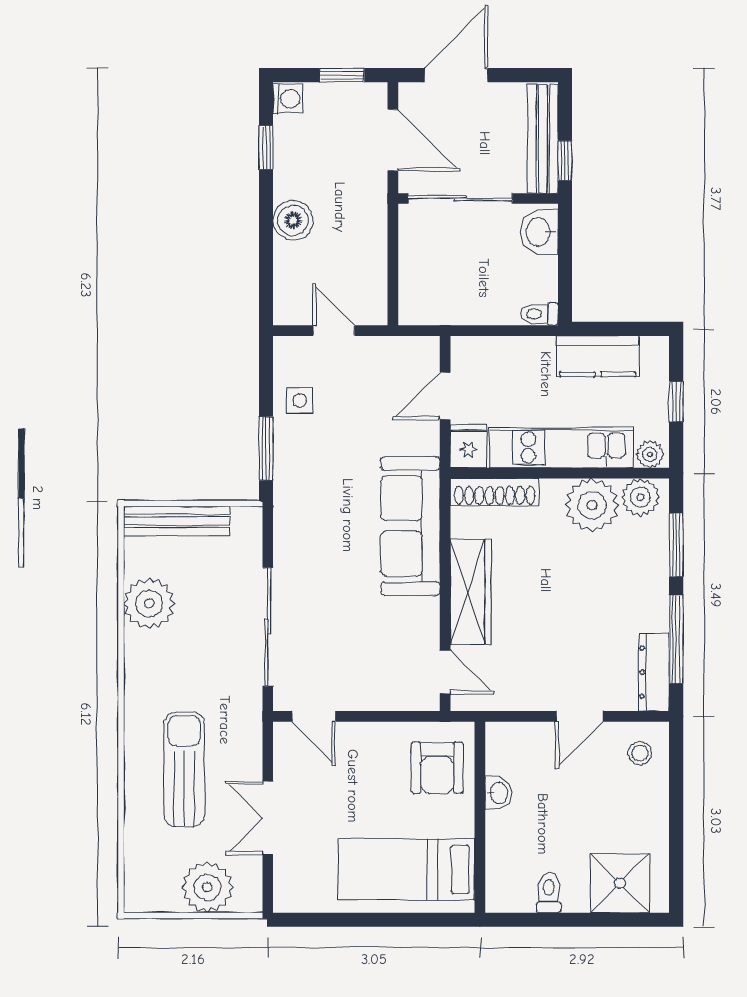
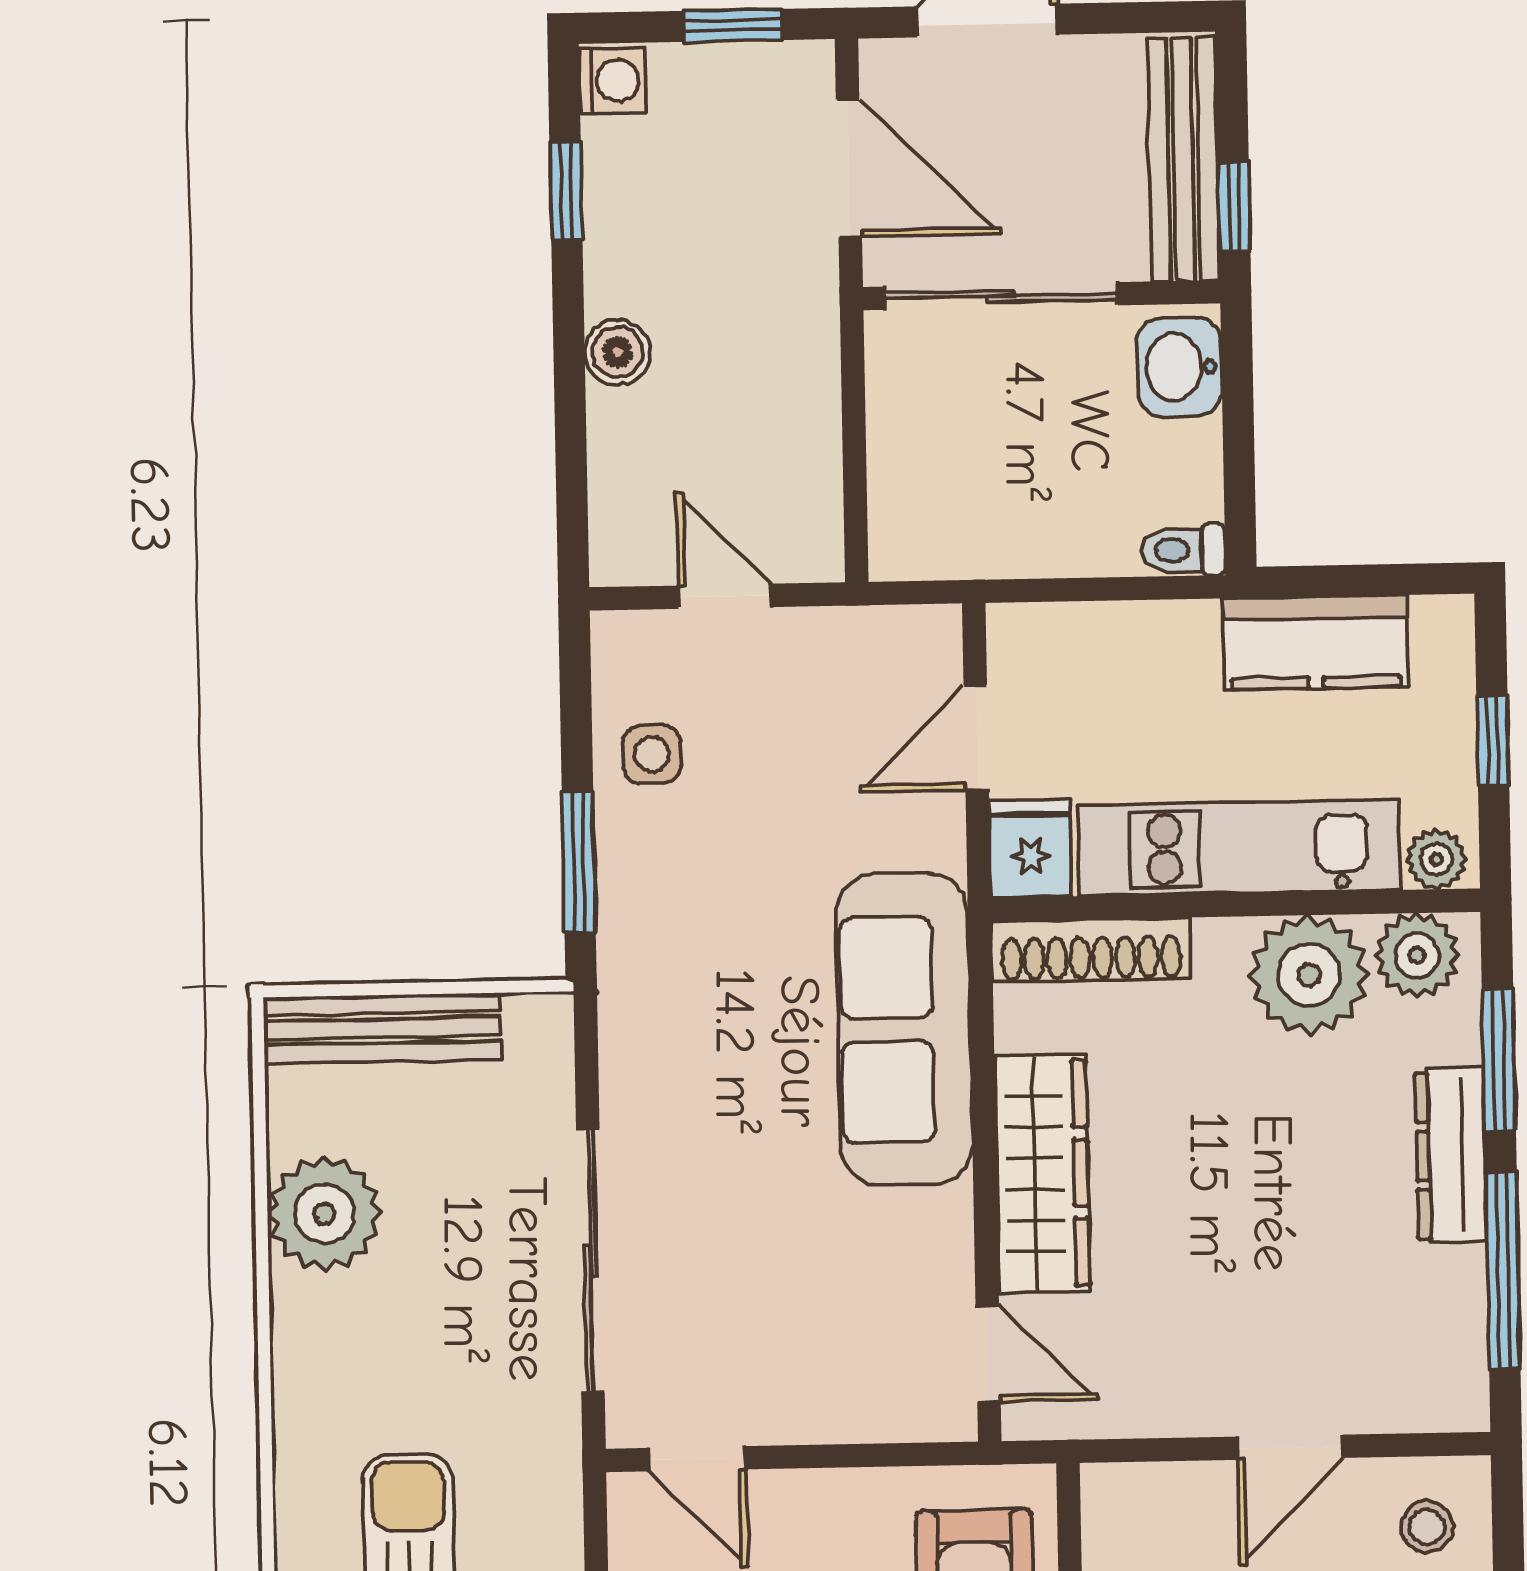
boiler: (293, 220) -> (617, 352), width x0.73, depth x0.73
dresser: (654, 672) -> (1451, 1155), moved

